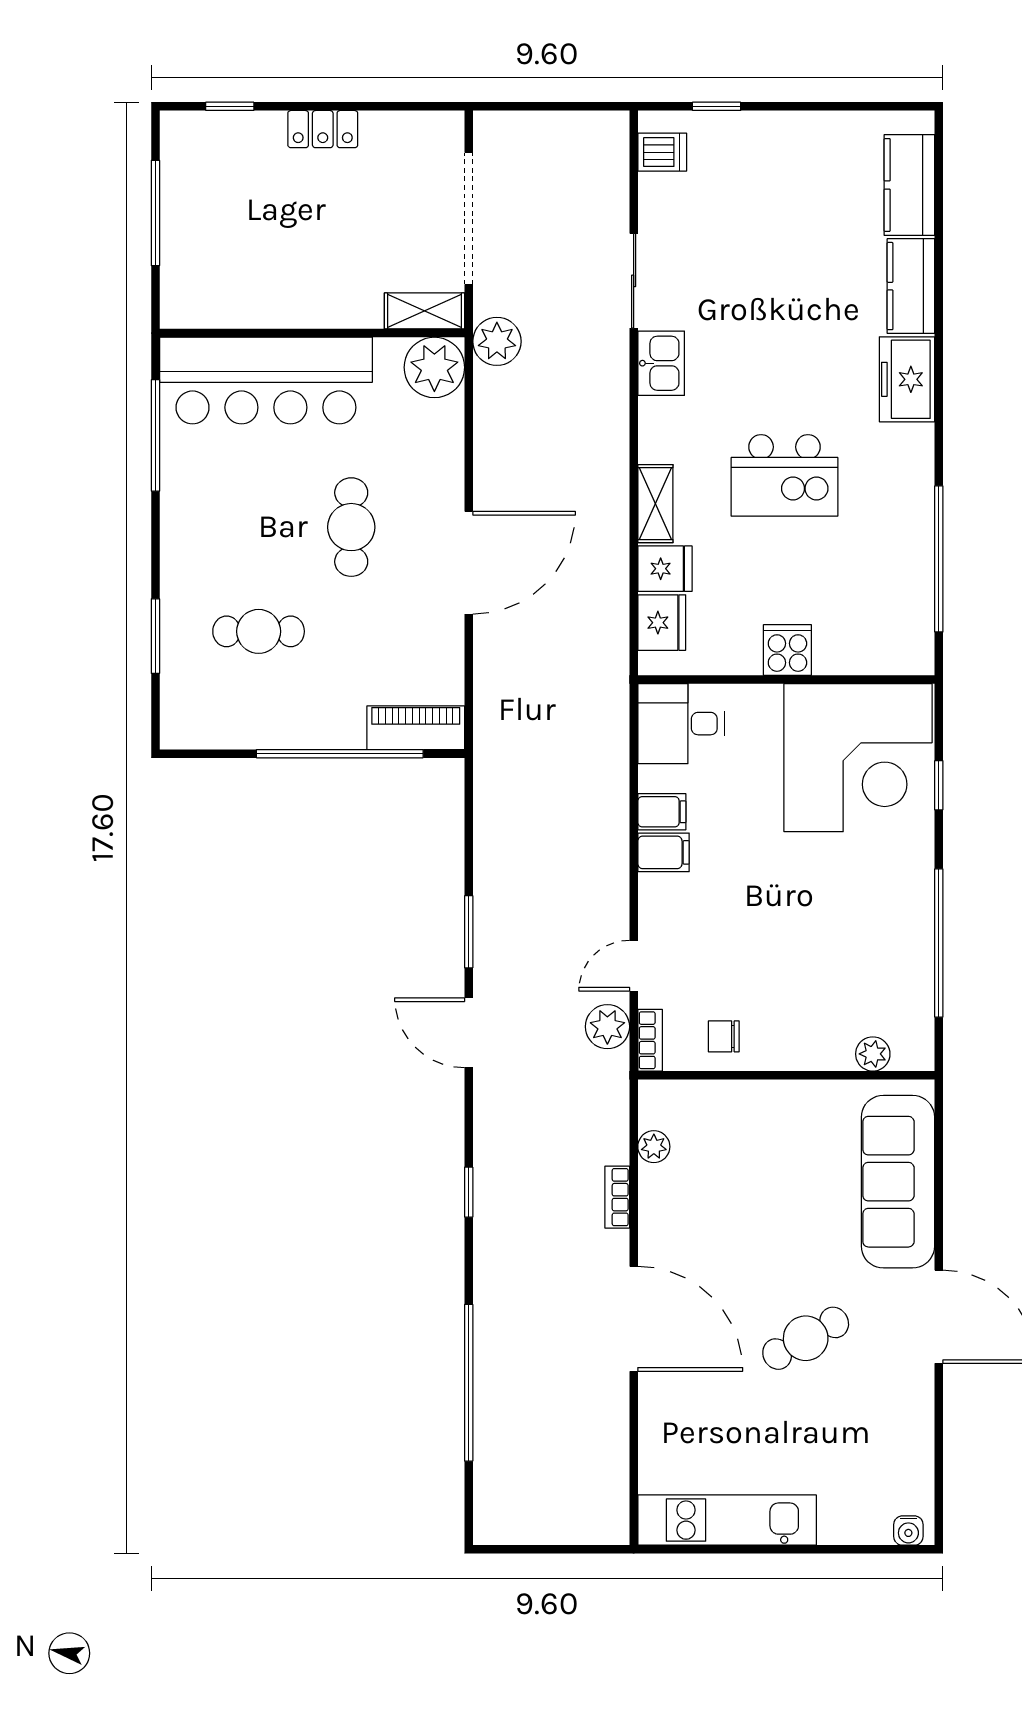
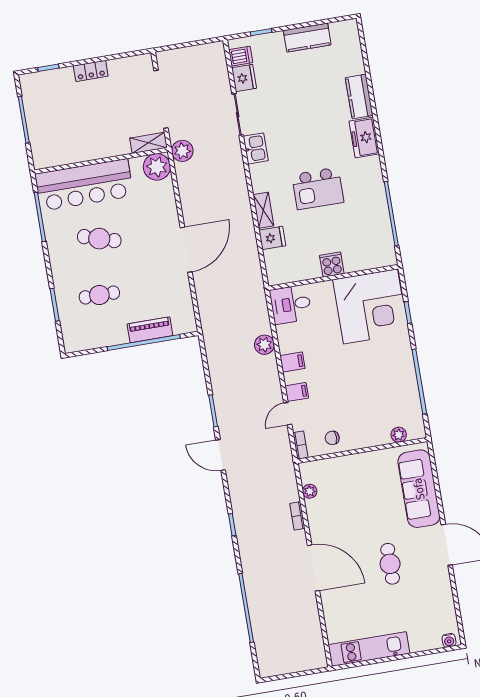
kitchen counter: (909, 185) -> (307, 38), moved, turned -90
cafe table: (351, 527) -> (99, 239), moved, turned -73
fridge: (662, 623) -> (244, 78), moved
piano: (416, 728) -> (150, 330), moved
filing cabinet: (662, 812) -> (297, 392), moved
plant: (607, 1027) -> (264, 345), moved
cafe table: (806, 1338) -> (390, 564), turned -61

